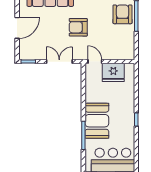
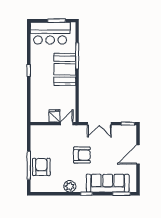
armchair: (123, 14) -> (41, 167), turned 180
door: (95, 62) -> (67, 124), swing flipped
fridge: (113, 72) -> (54, 116), width x0.53, depth x0.75

